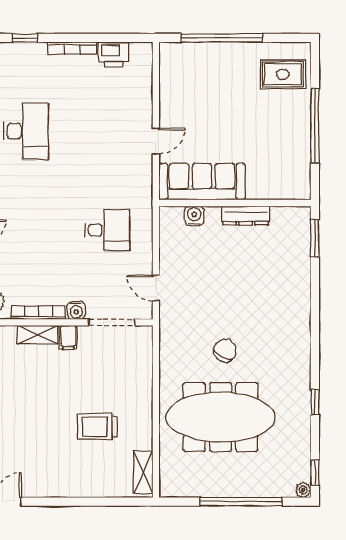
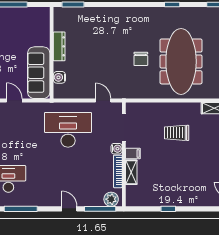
desk: (107, 230) -> (68, 130), width x1.87, depth x1.30
door: (156, 288) -> (103, 101), swing flipped
chair: (225, 350) -> (141, 59), turned -121
trolley: (97, 427) -> (177, 133), moved, turned 90

